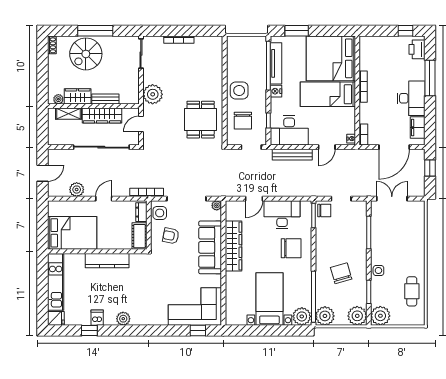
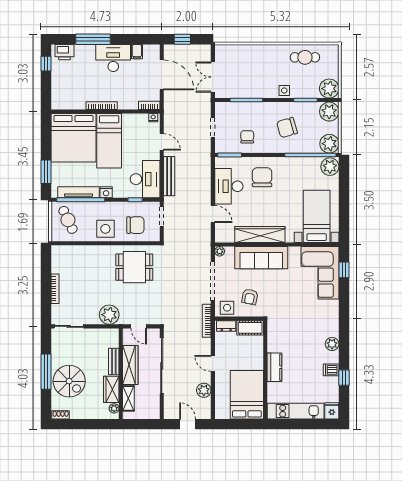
cafe table: (248, 53) -> (68, 220), added
filing cabinet: (418, 128) -> (137, 52), width x0.50
chair: (324, 211) -> (247, 137), moved
kitchen counter: (107, 261) -> (274, 367), width x0.67
bed with nightstands: (269, 299) -> (317, 216), moved, turned 90

